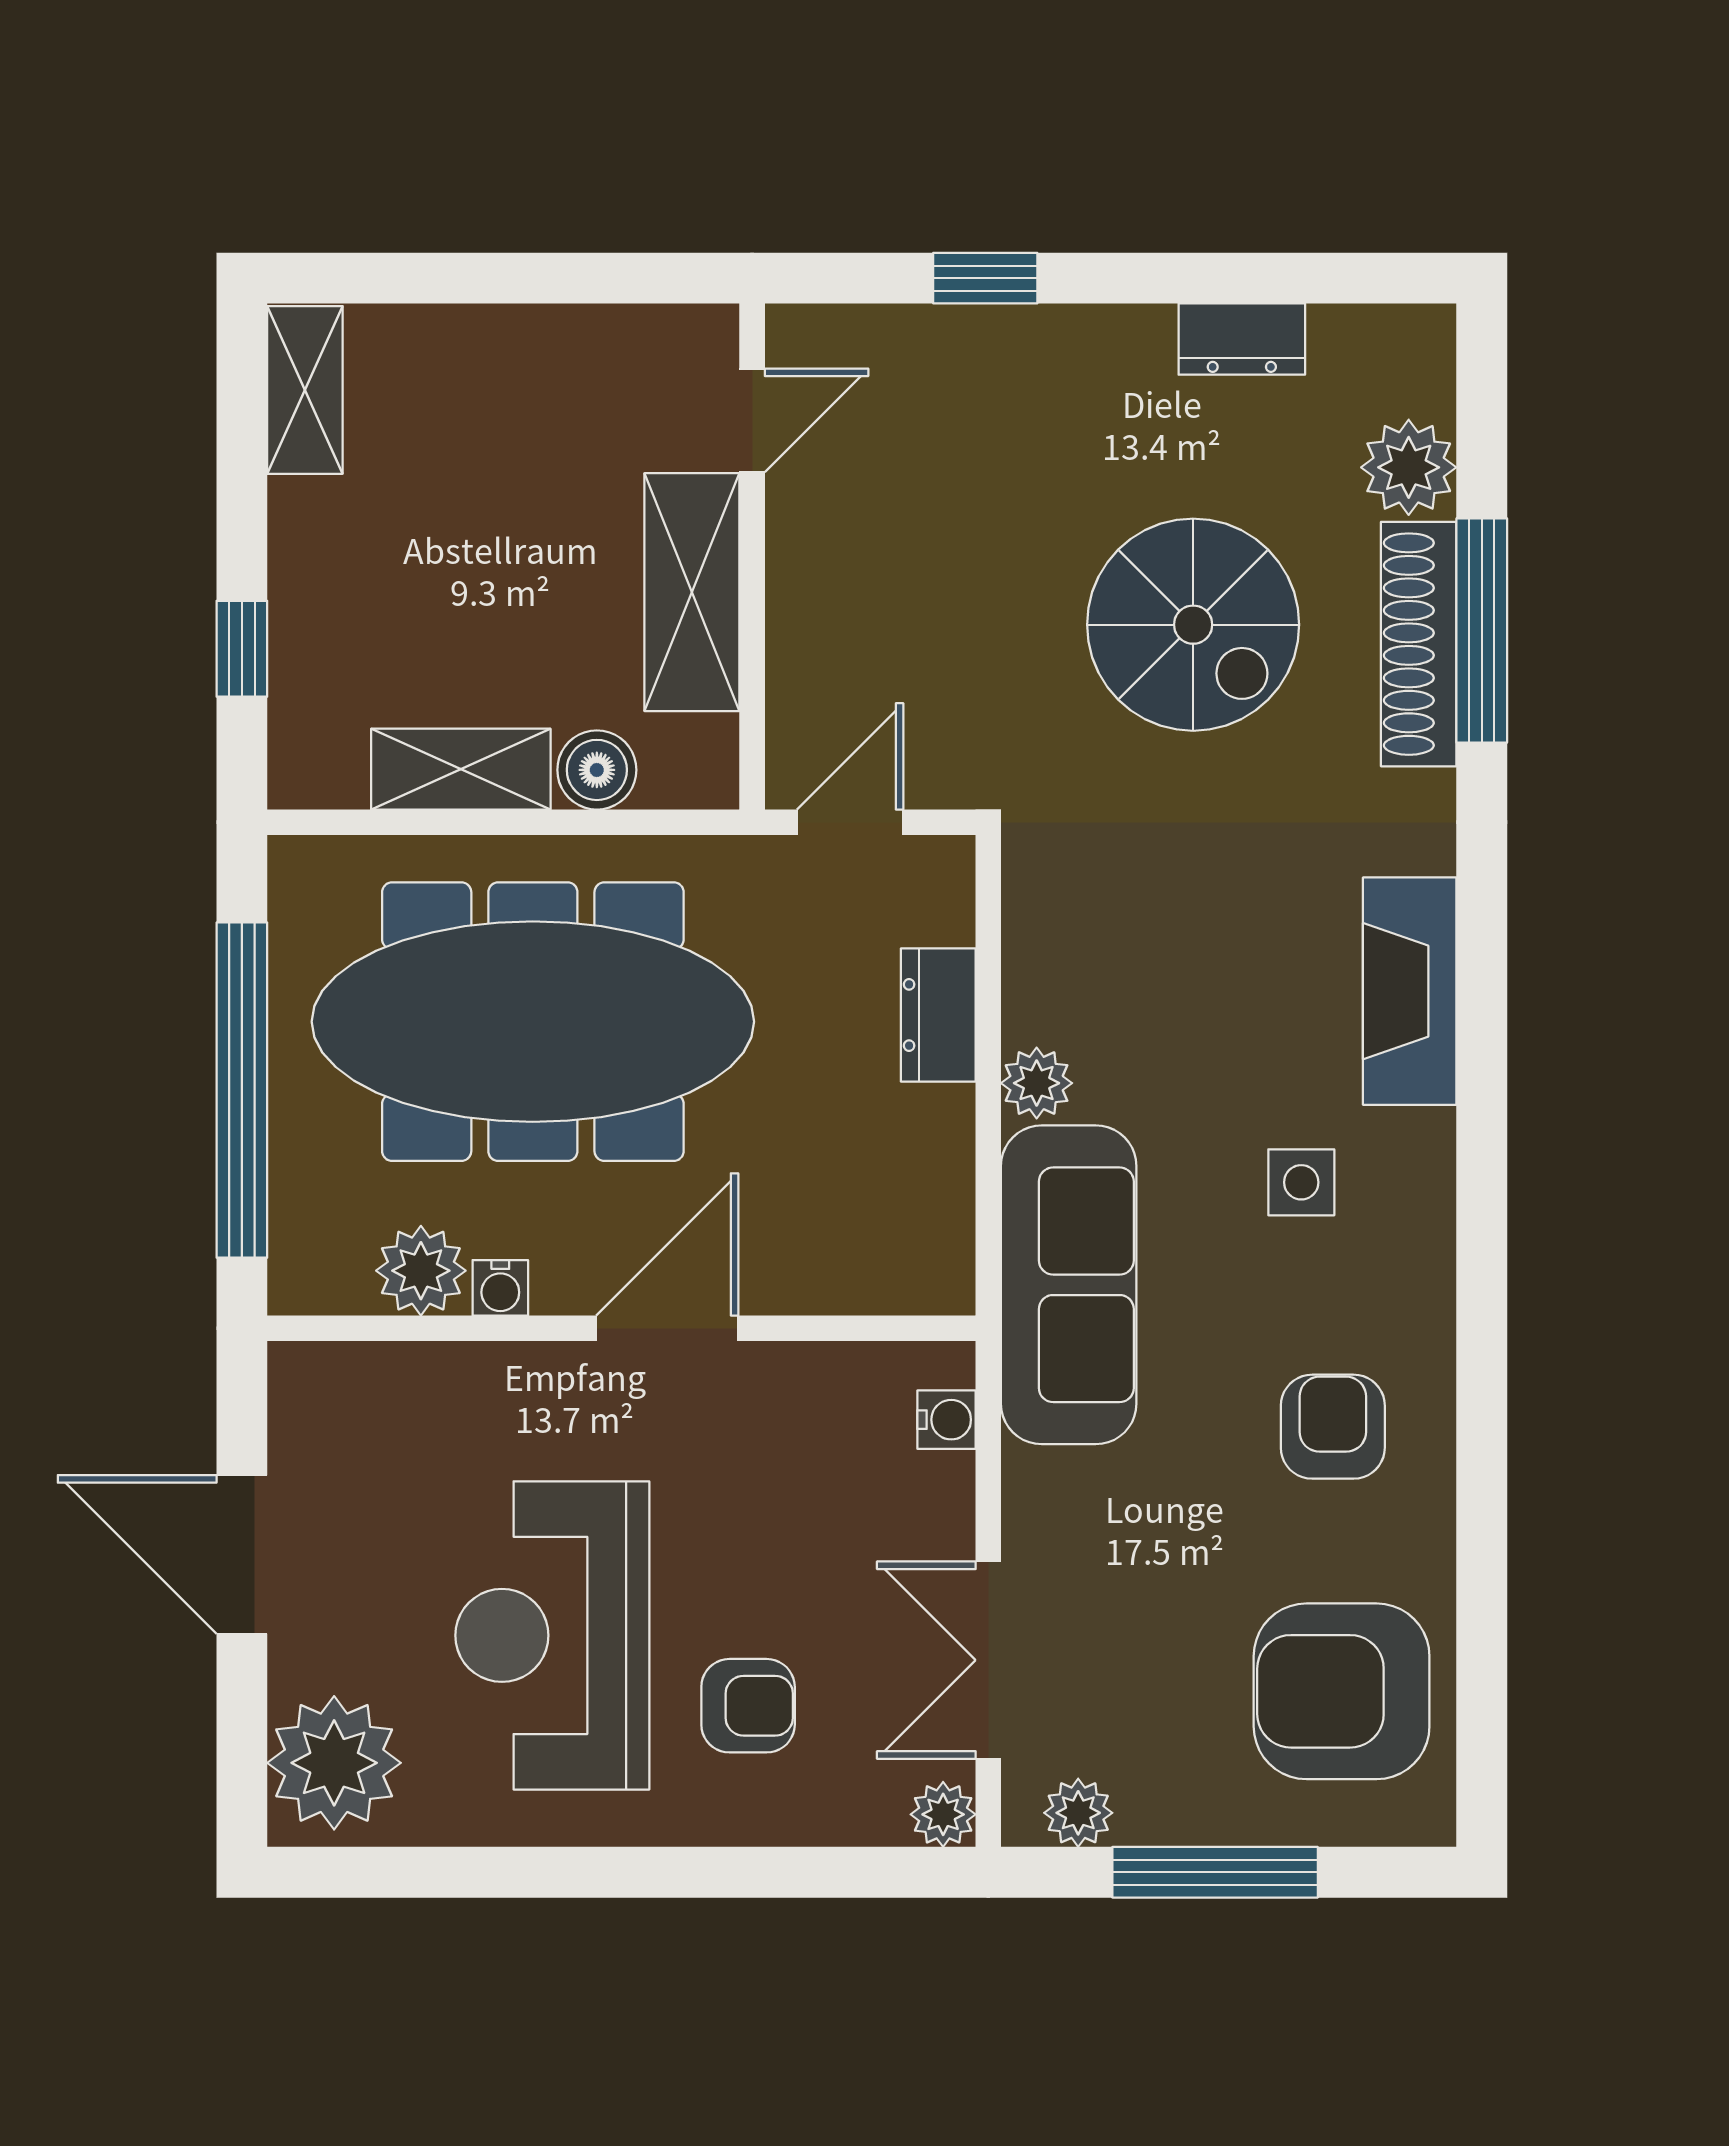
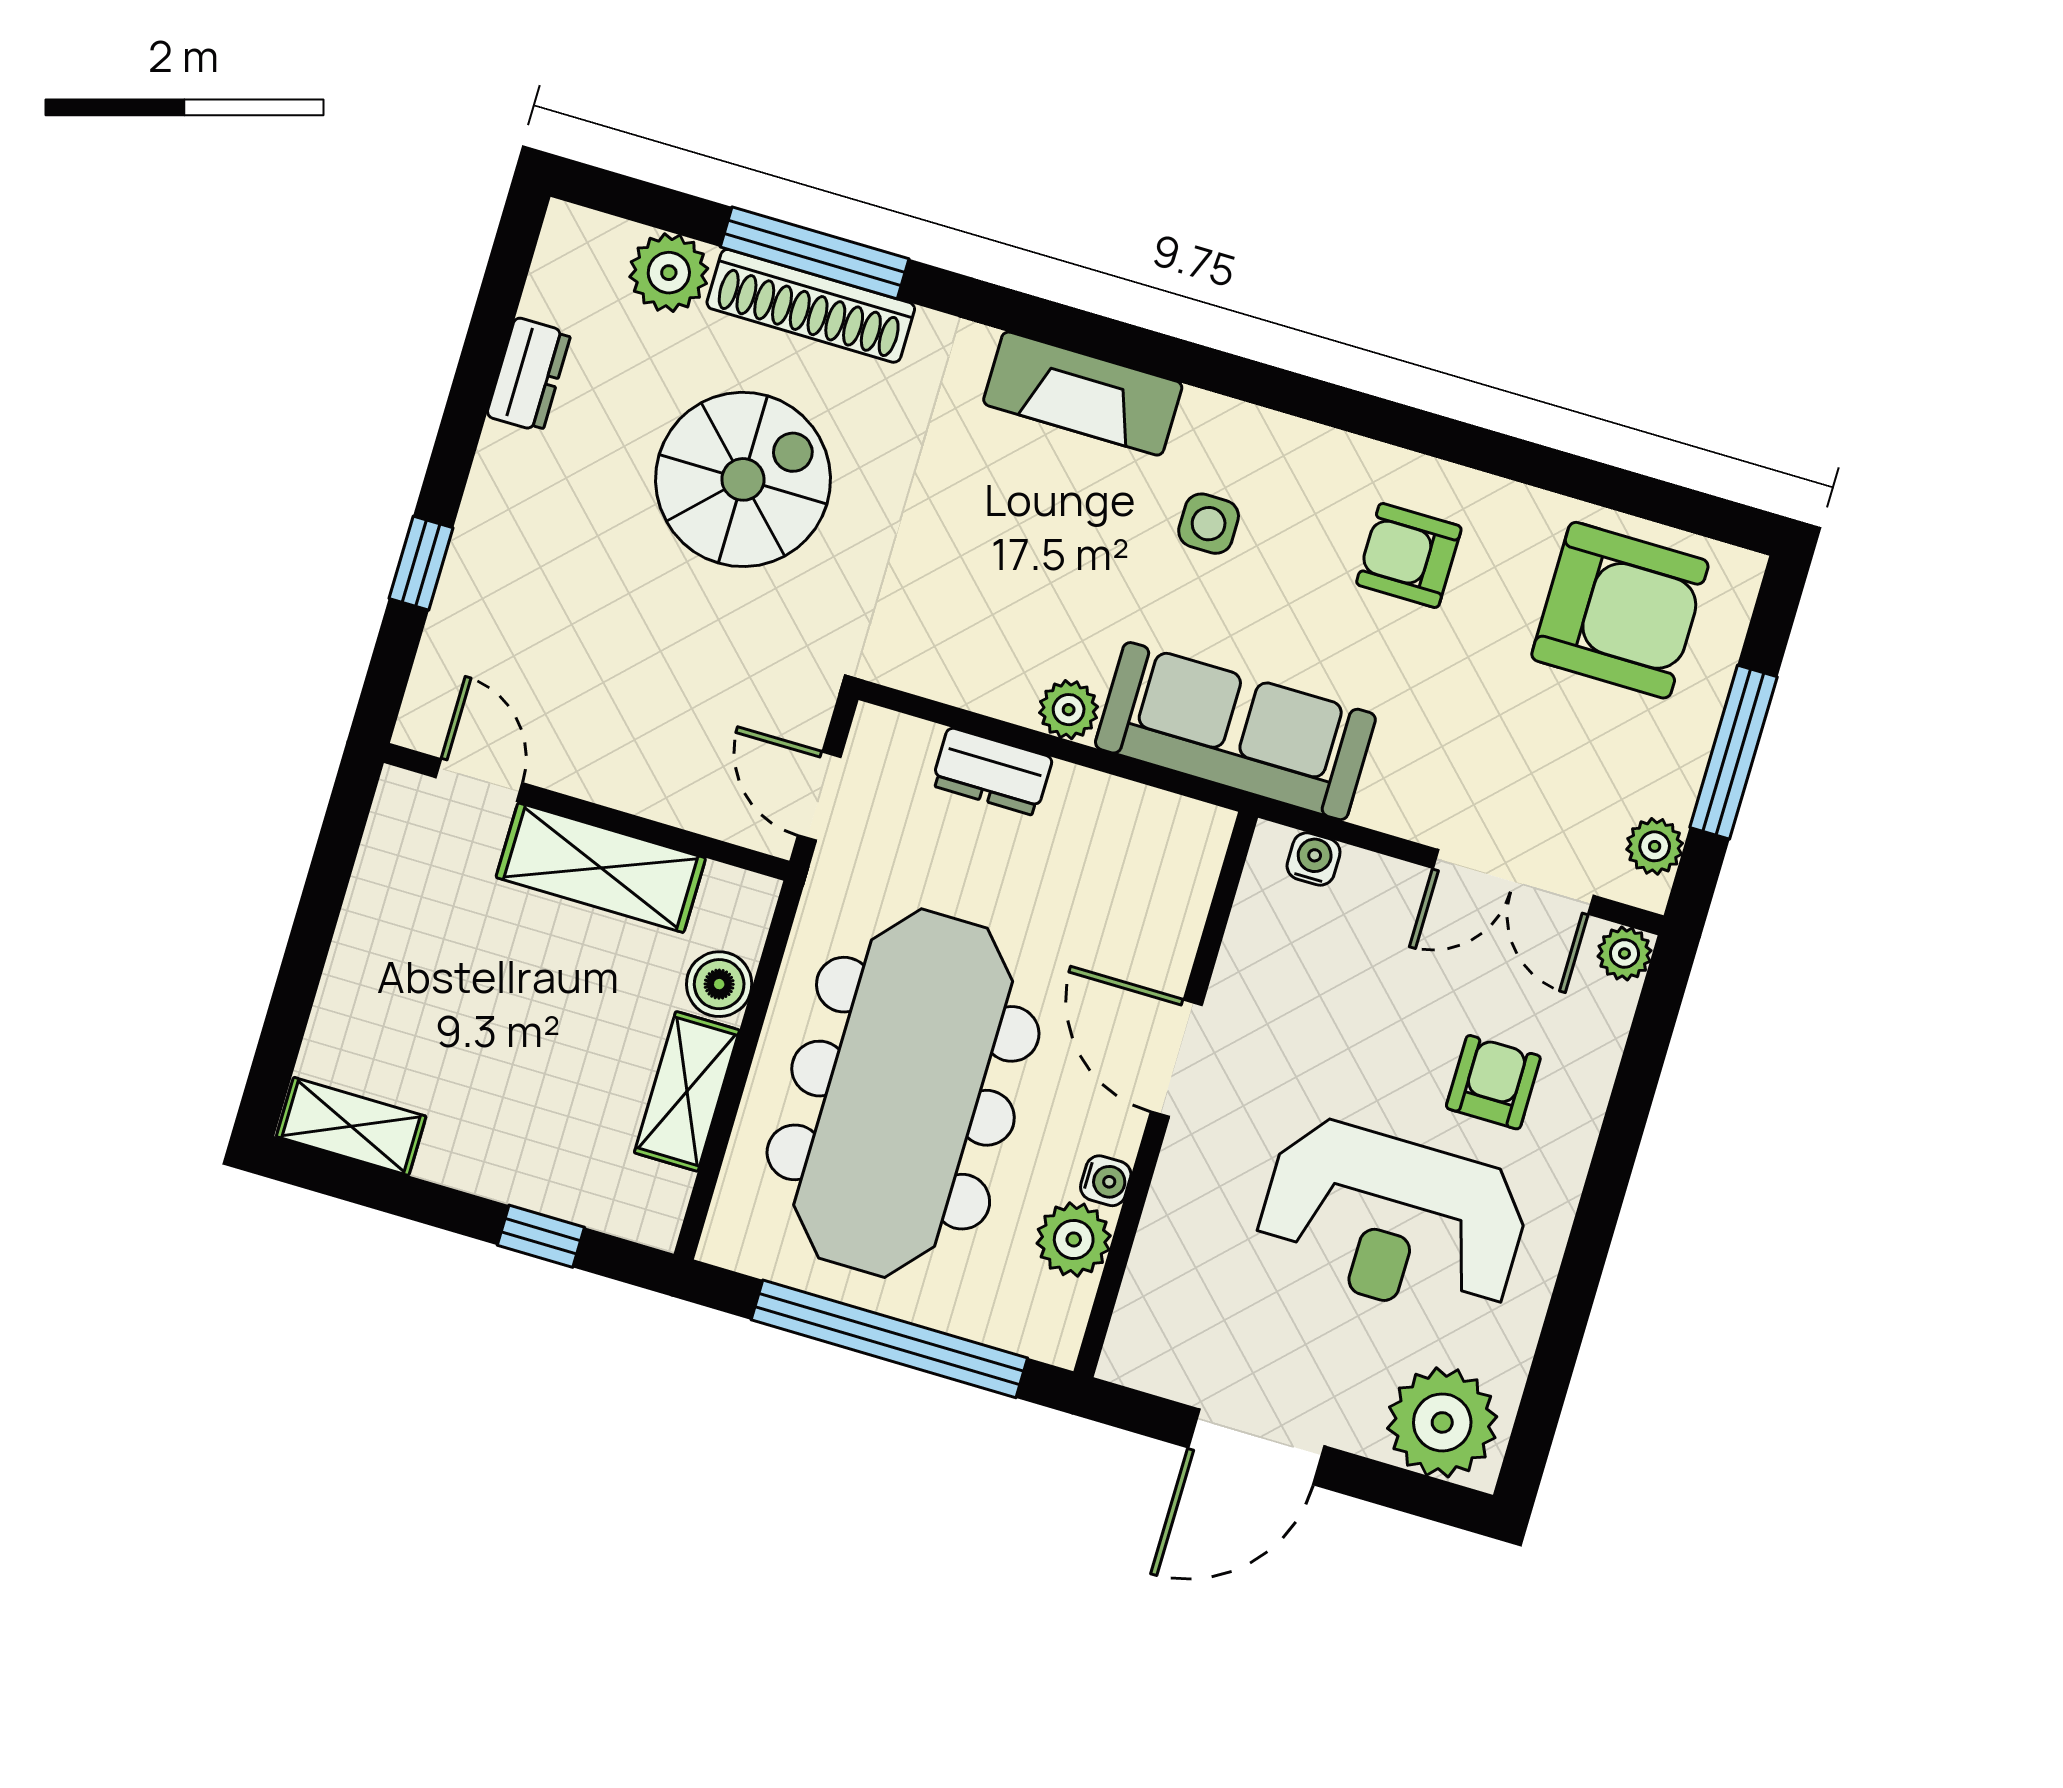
armchair: (1342, 1691) -> (1620, 610), turned -90

